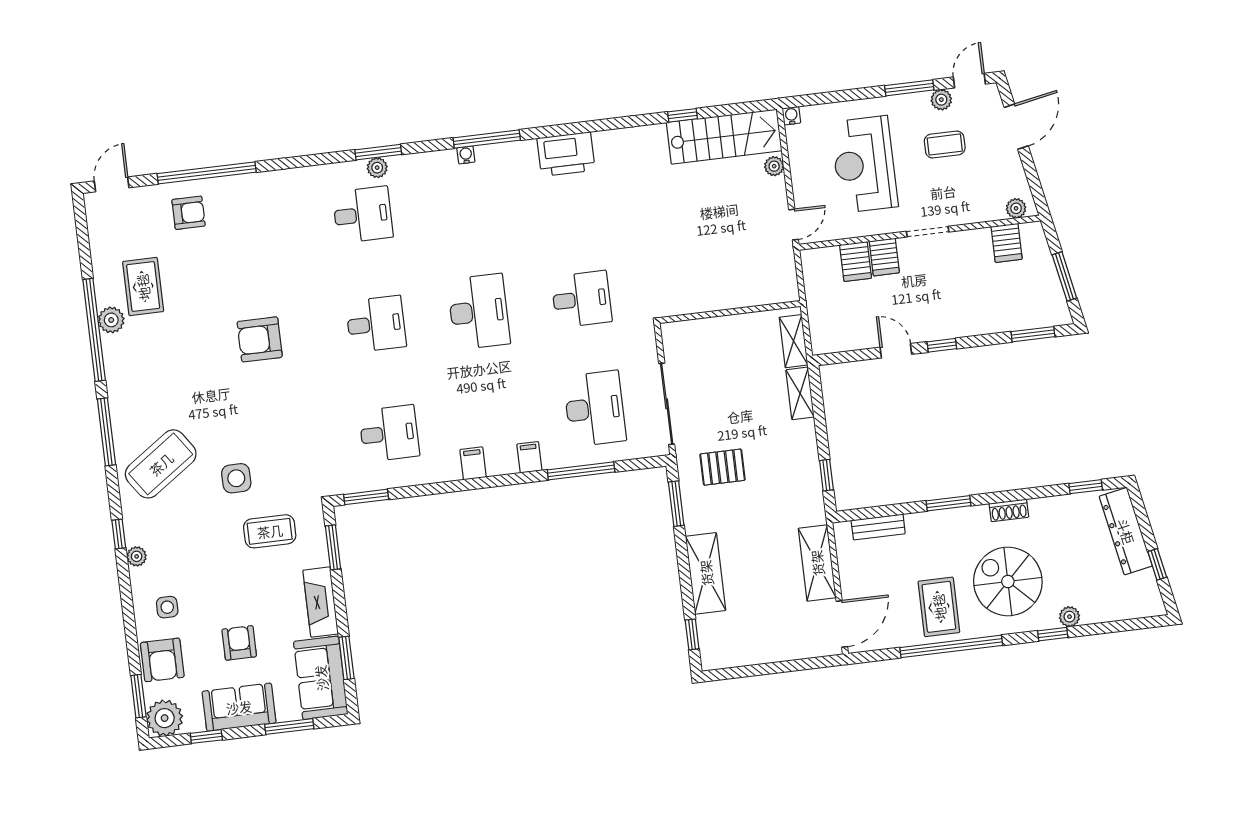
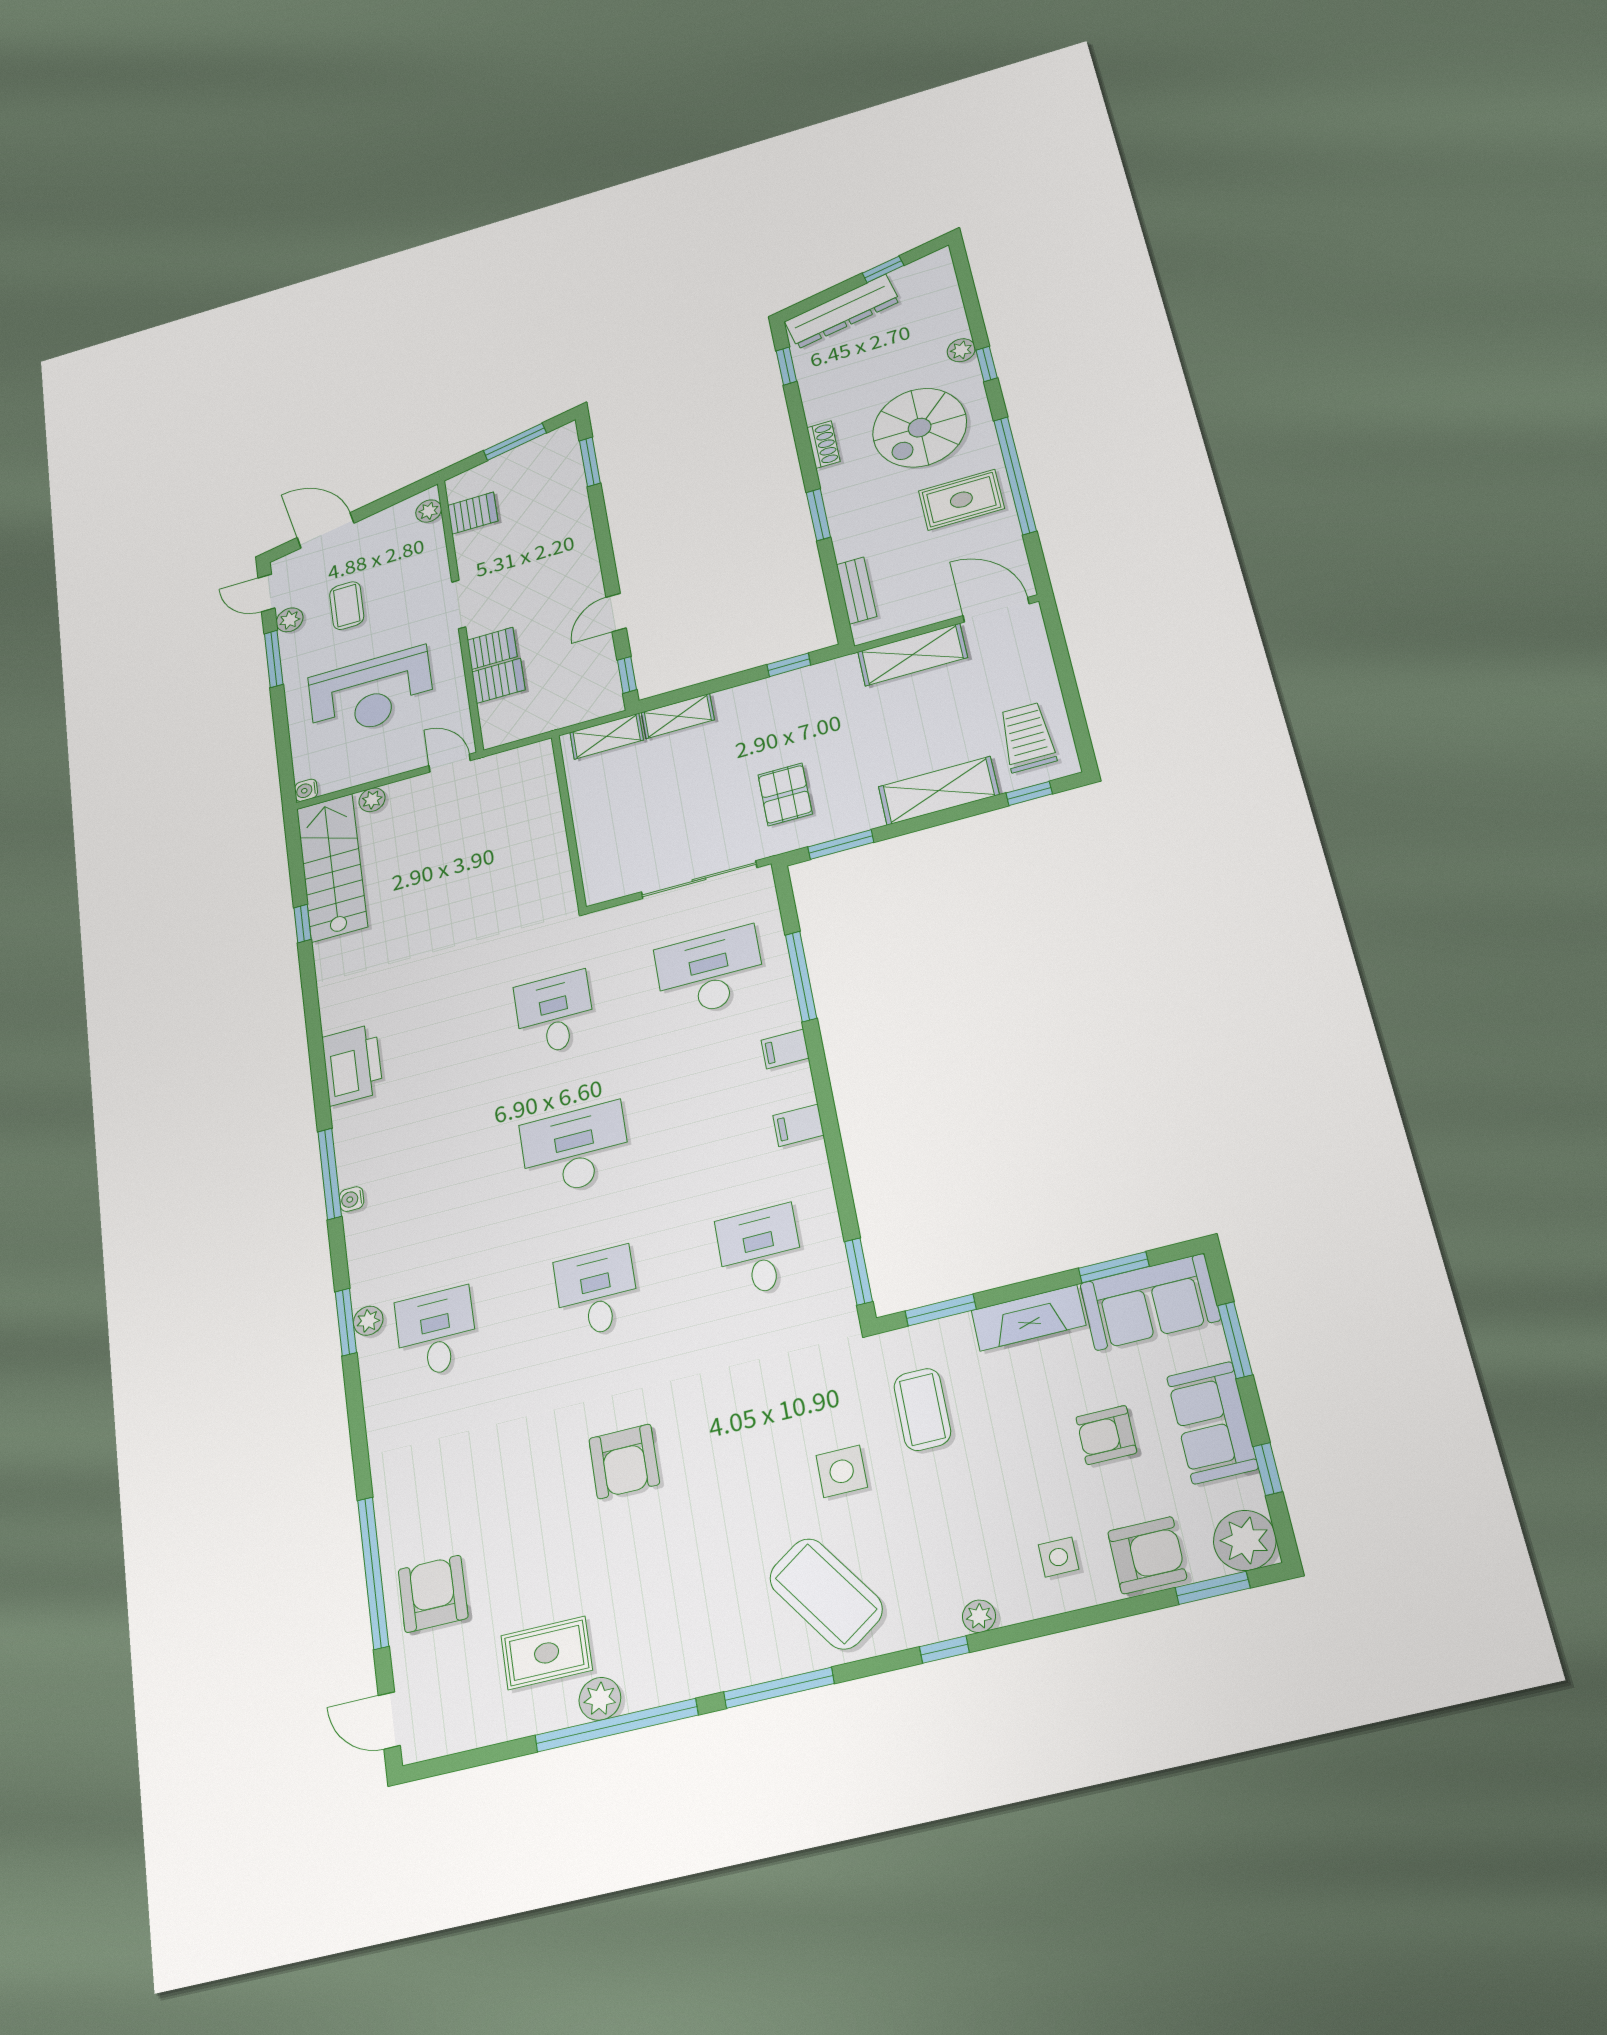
armchair: (189, 213) -> (433, 1594), width x1.38, depth x1.38
window: (942, 345) -> (627, 675), moved
trolley: (736, 637) -> (1027, 737), added

